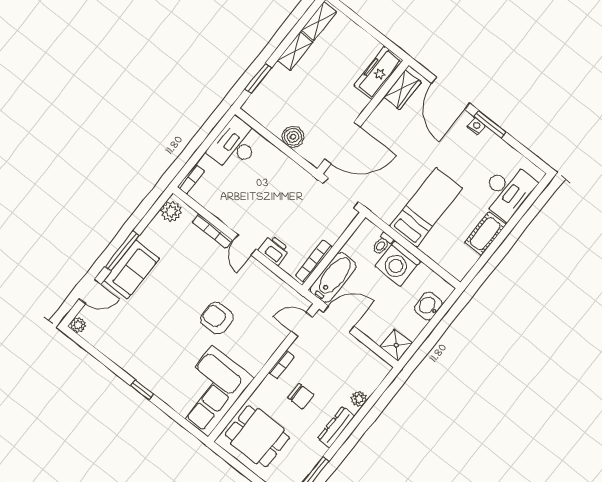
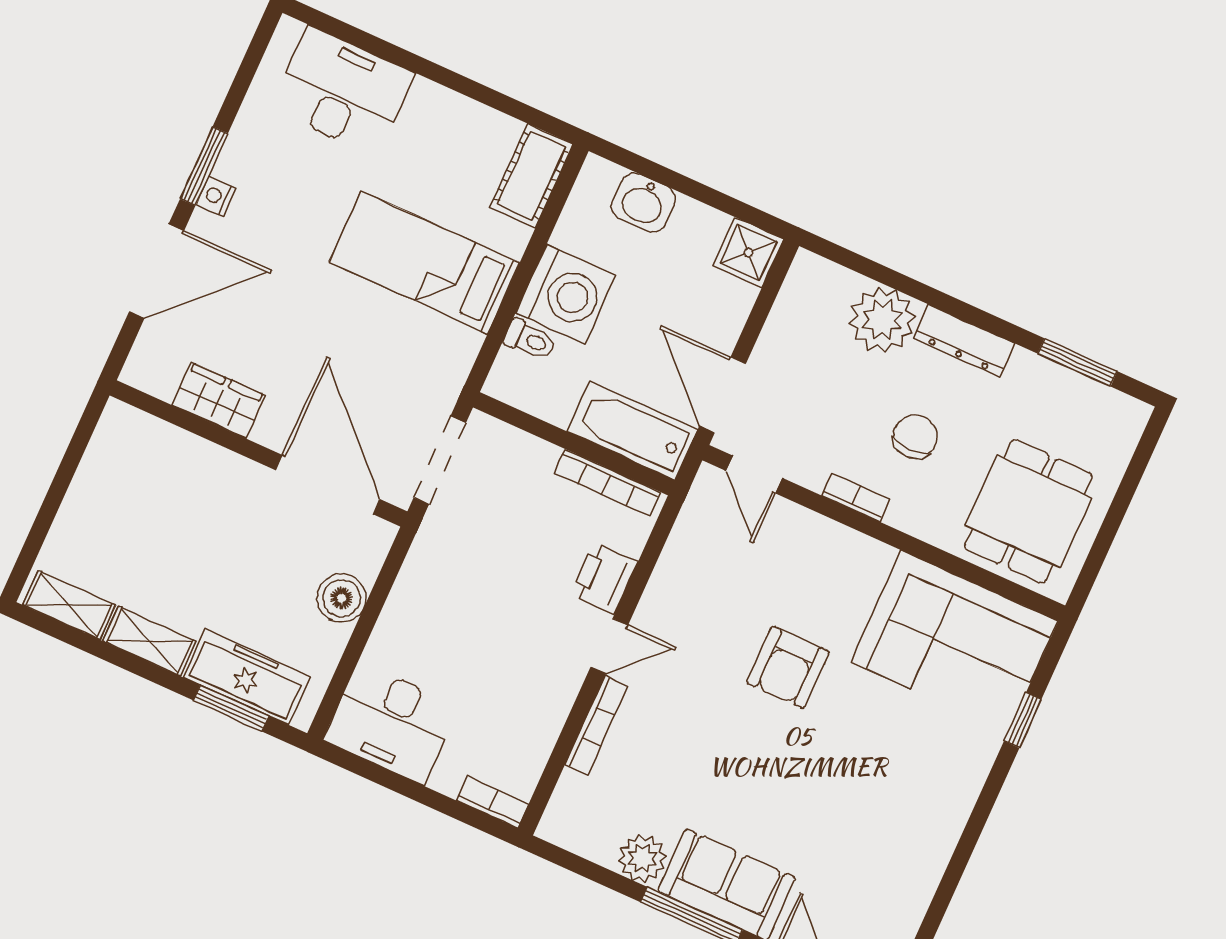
freezer: (378, 73) -> (247, 677), moved, turned 180
wardrobe: (402, 90) -> (219, 400), moved
plant: (171, 212) -> (642, 859), moved
cot: (485, 234) -> (532, 176), moved, turned 90
window: (142, 390) -> (1023, 720), moved
plant: (359, 399) -> (882, 320), width x1.87, depth x1.87

